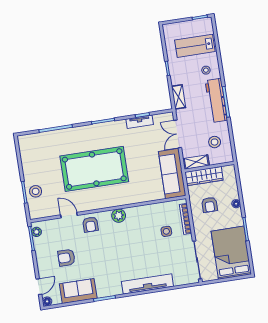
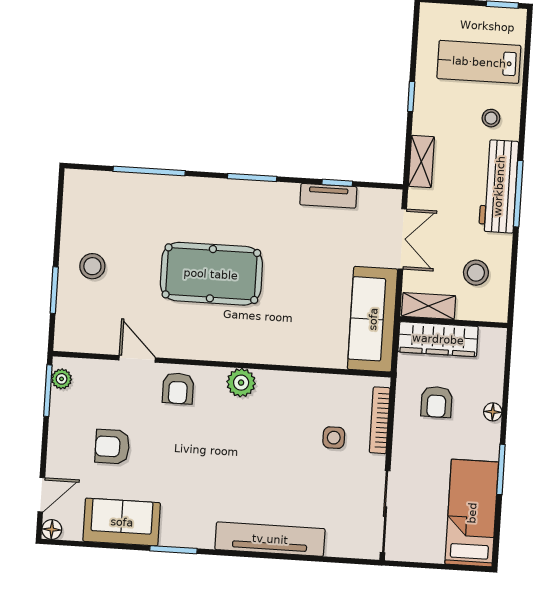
double door: (178, 134) -> (402, 239), swing flipped
pool table: (94, 169) -> (211, 274), width x0.73, depth x0.76
stool: (36, 191) -> (92, 266), moved
bed: (231, 253) -> (472, 513), width x0.67

